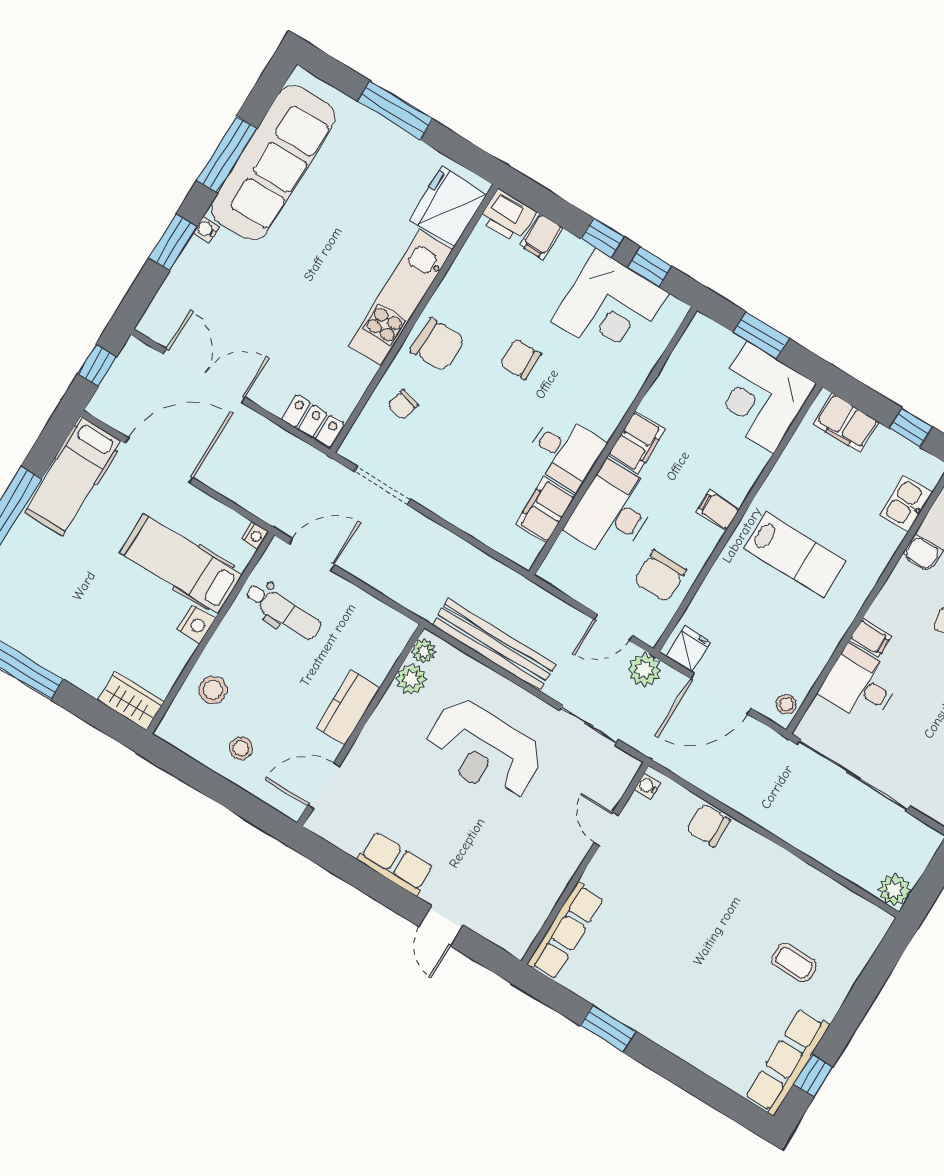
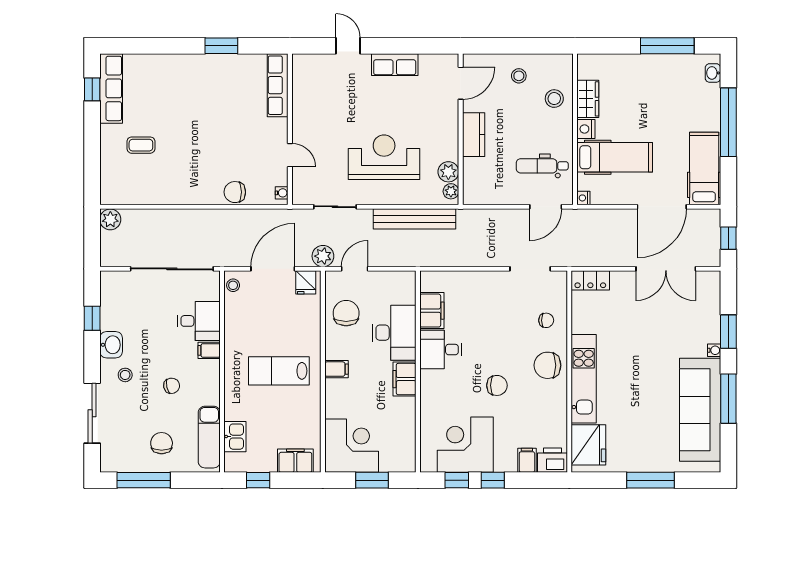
chair: (403, 405) -> (546, 320), turned 75
wardrobe: (131, 701) -> (588, 99), moved, turned -90
chair: (708, 825) -> (235, 192), turned 180

